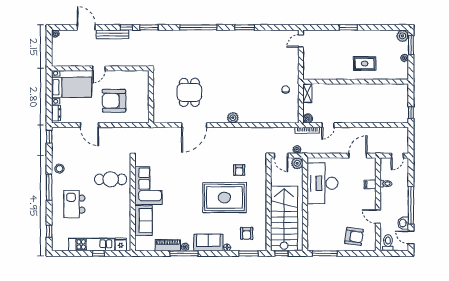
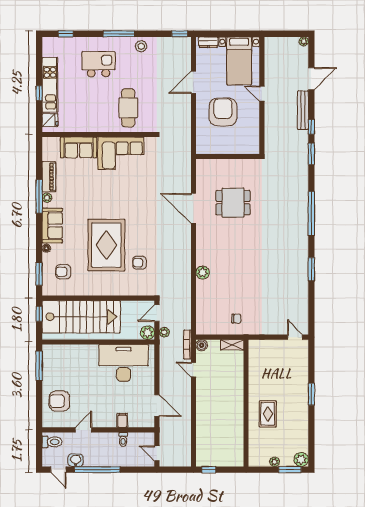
plant: (233, 118) -> (203, 273), moved
armchair: (354, 237) -> (59, 401), turned 82
door: (411, 237) -> (58, 470), swing flipped

